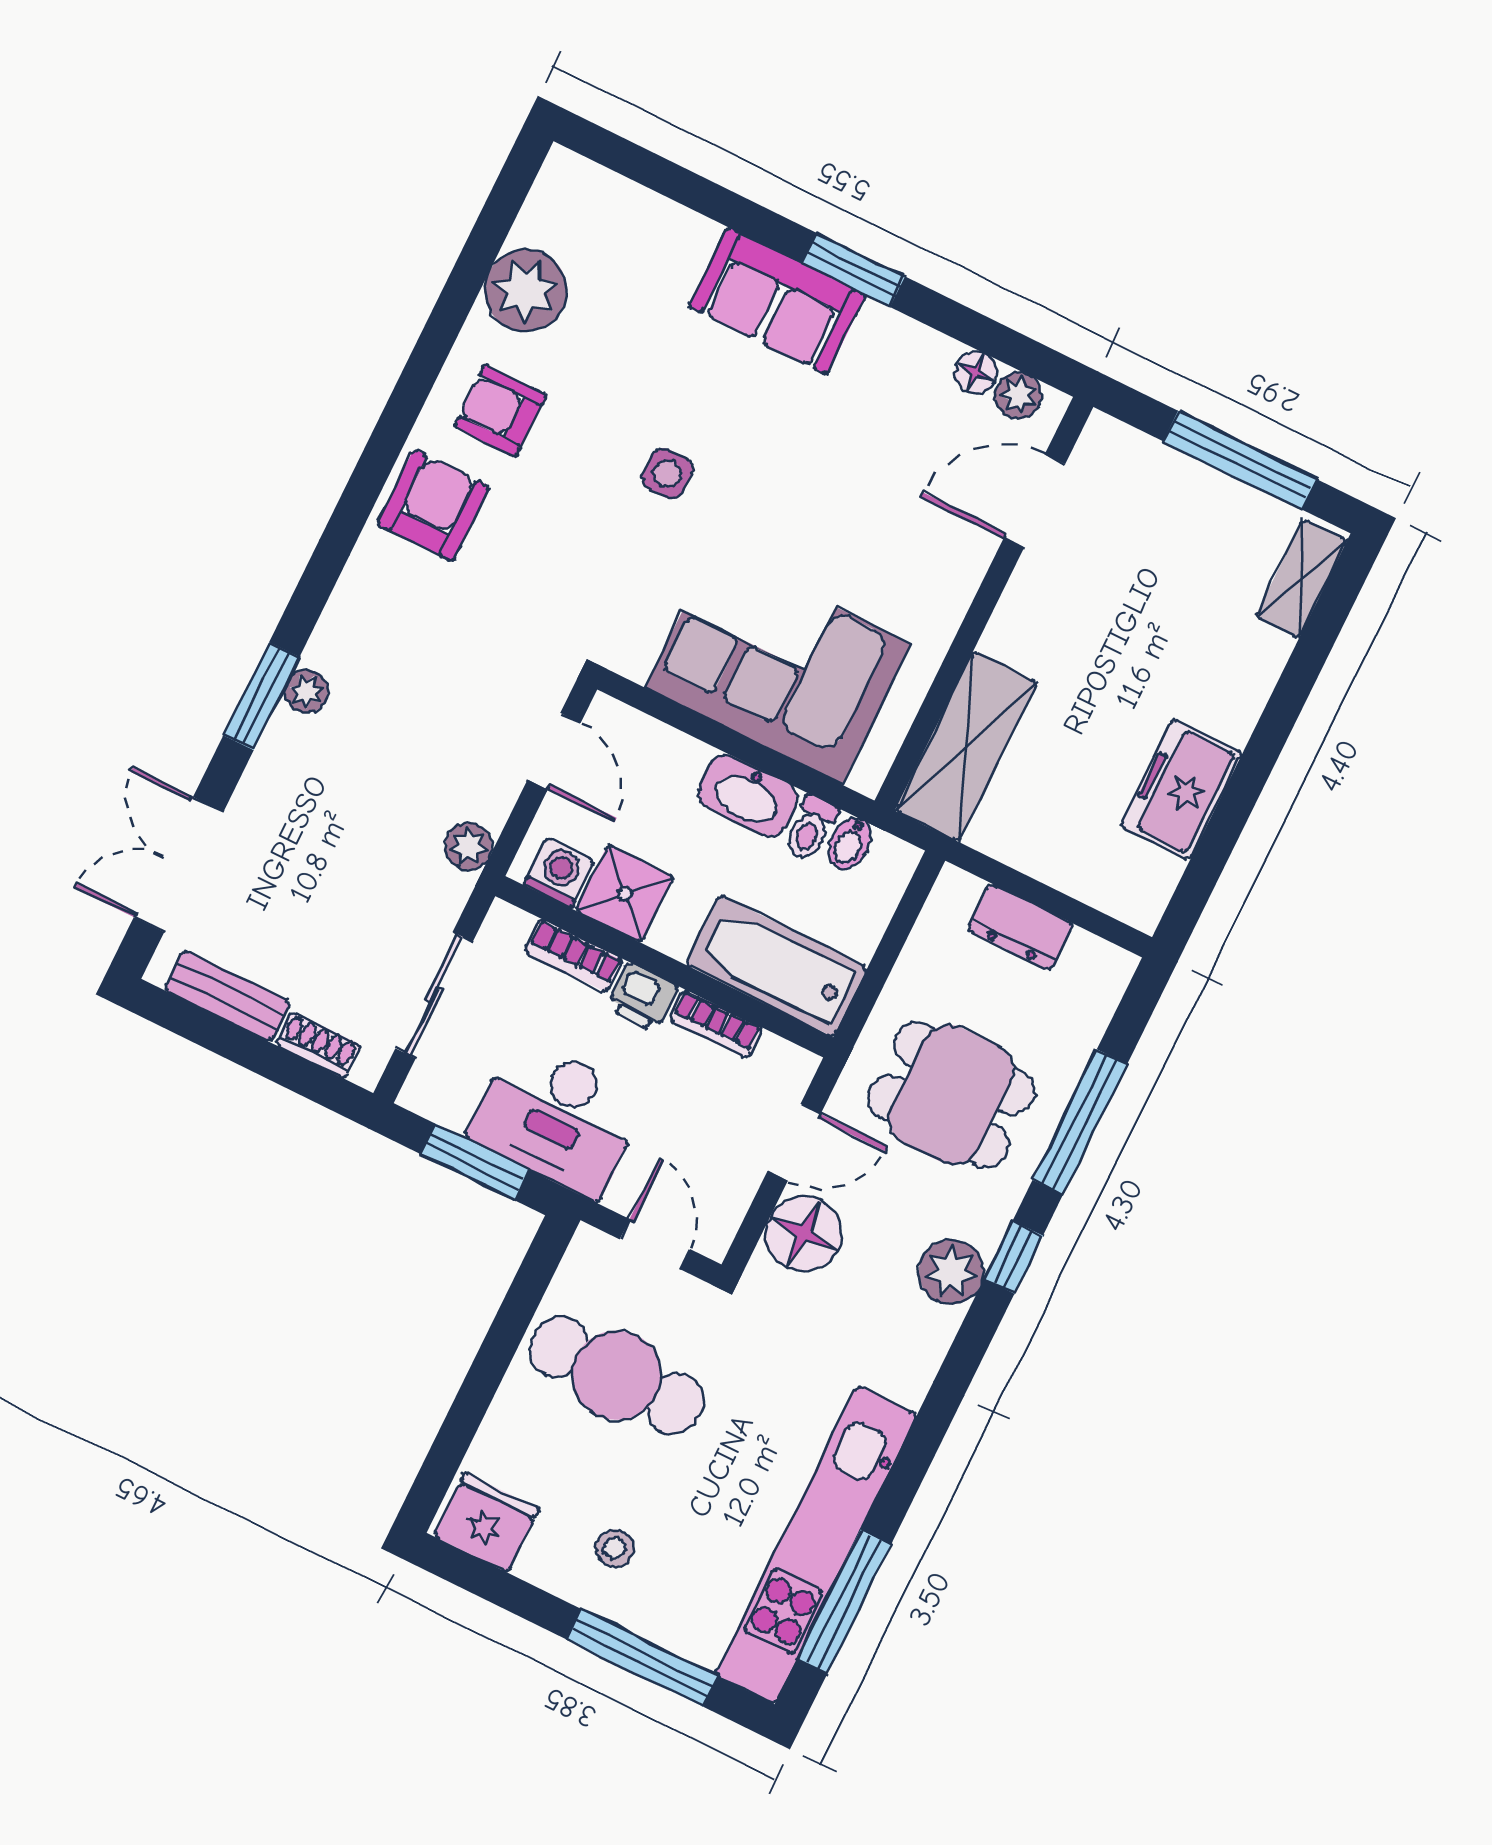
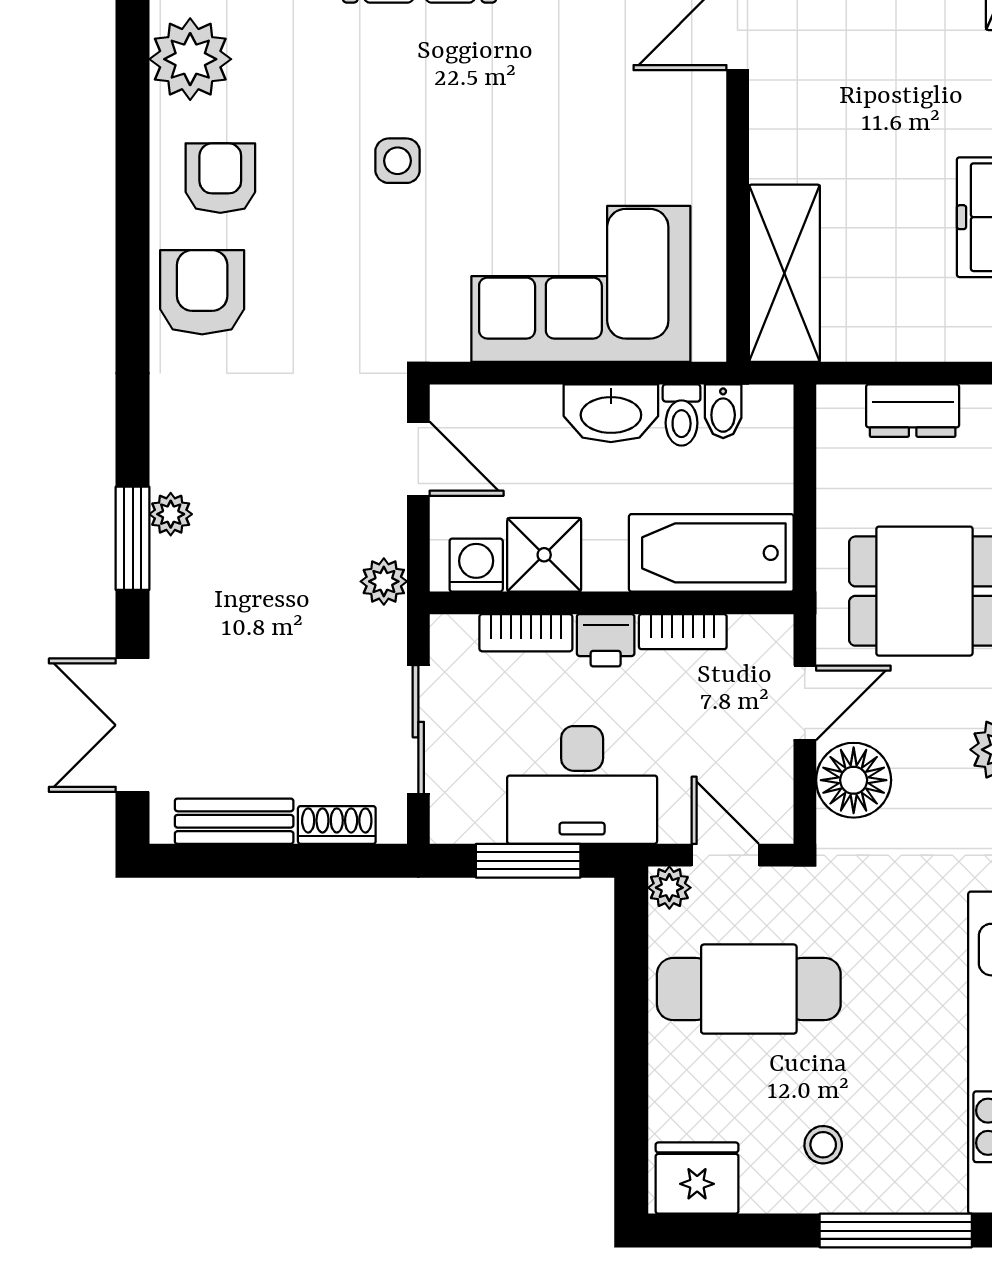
armchair: (500, 411) -> (220, 178), turned 90
plant: (590, 1249) -> (669, 888), added

